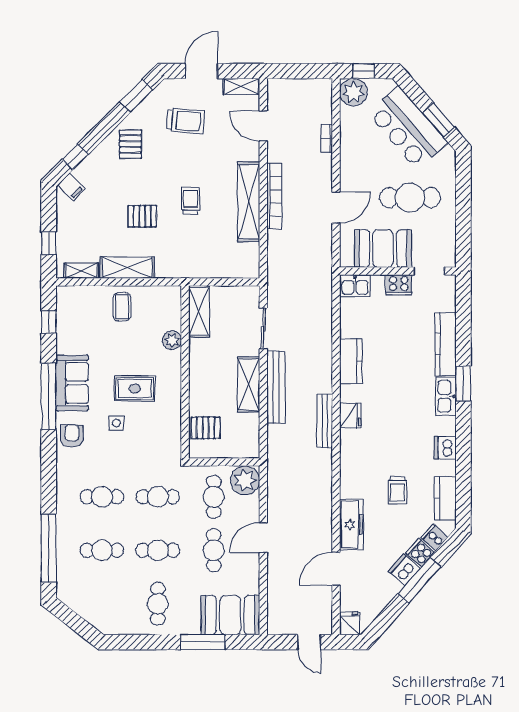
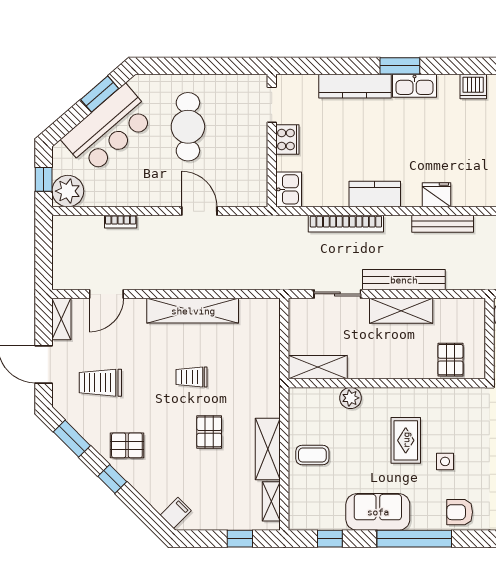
trolley: (185, 121) -> (100, 383), turned -95
window: (75, 157) -> (112, 479), moved
bookcase: (274, 196) -> (346, 224), moved, turned 180
booth: (383, 248) -> (246, 157), removed
sofa: (72, 383) -> (378, 512), moved

